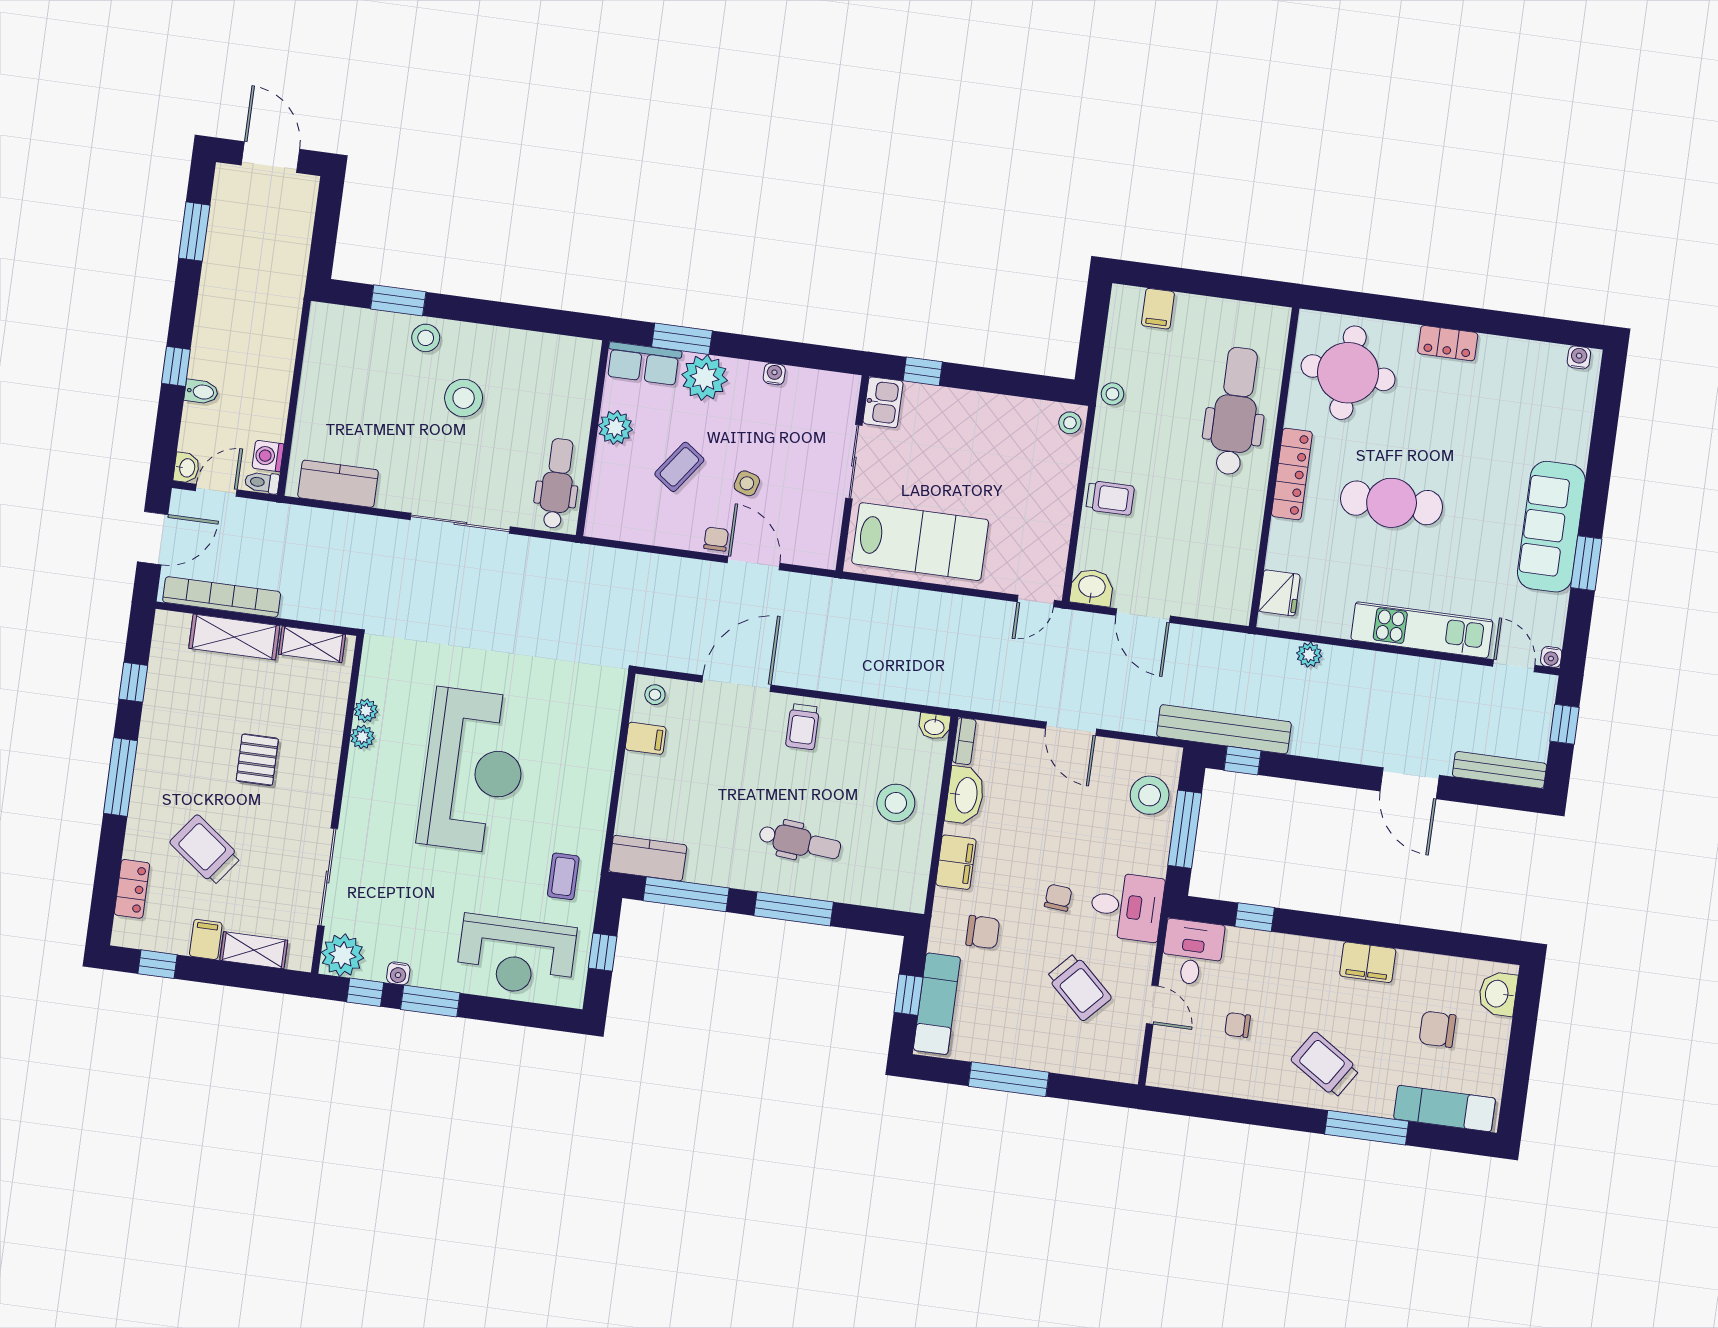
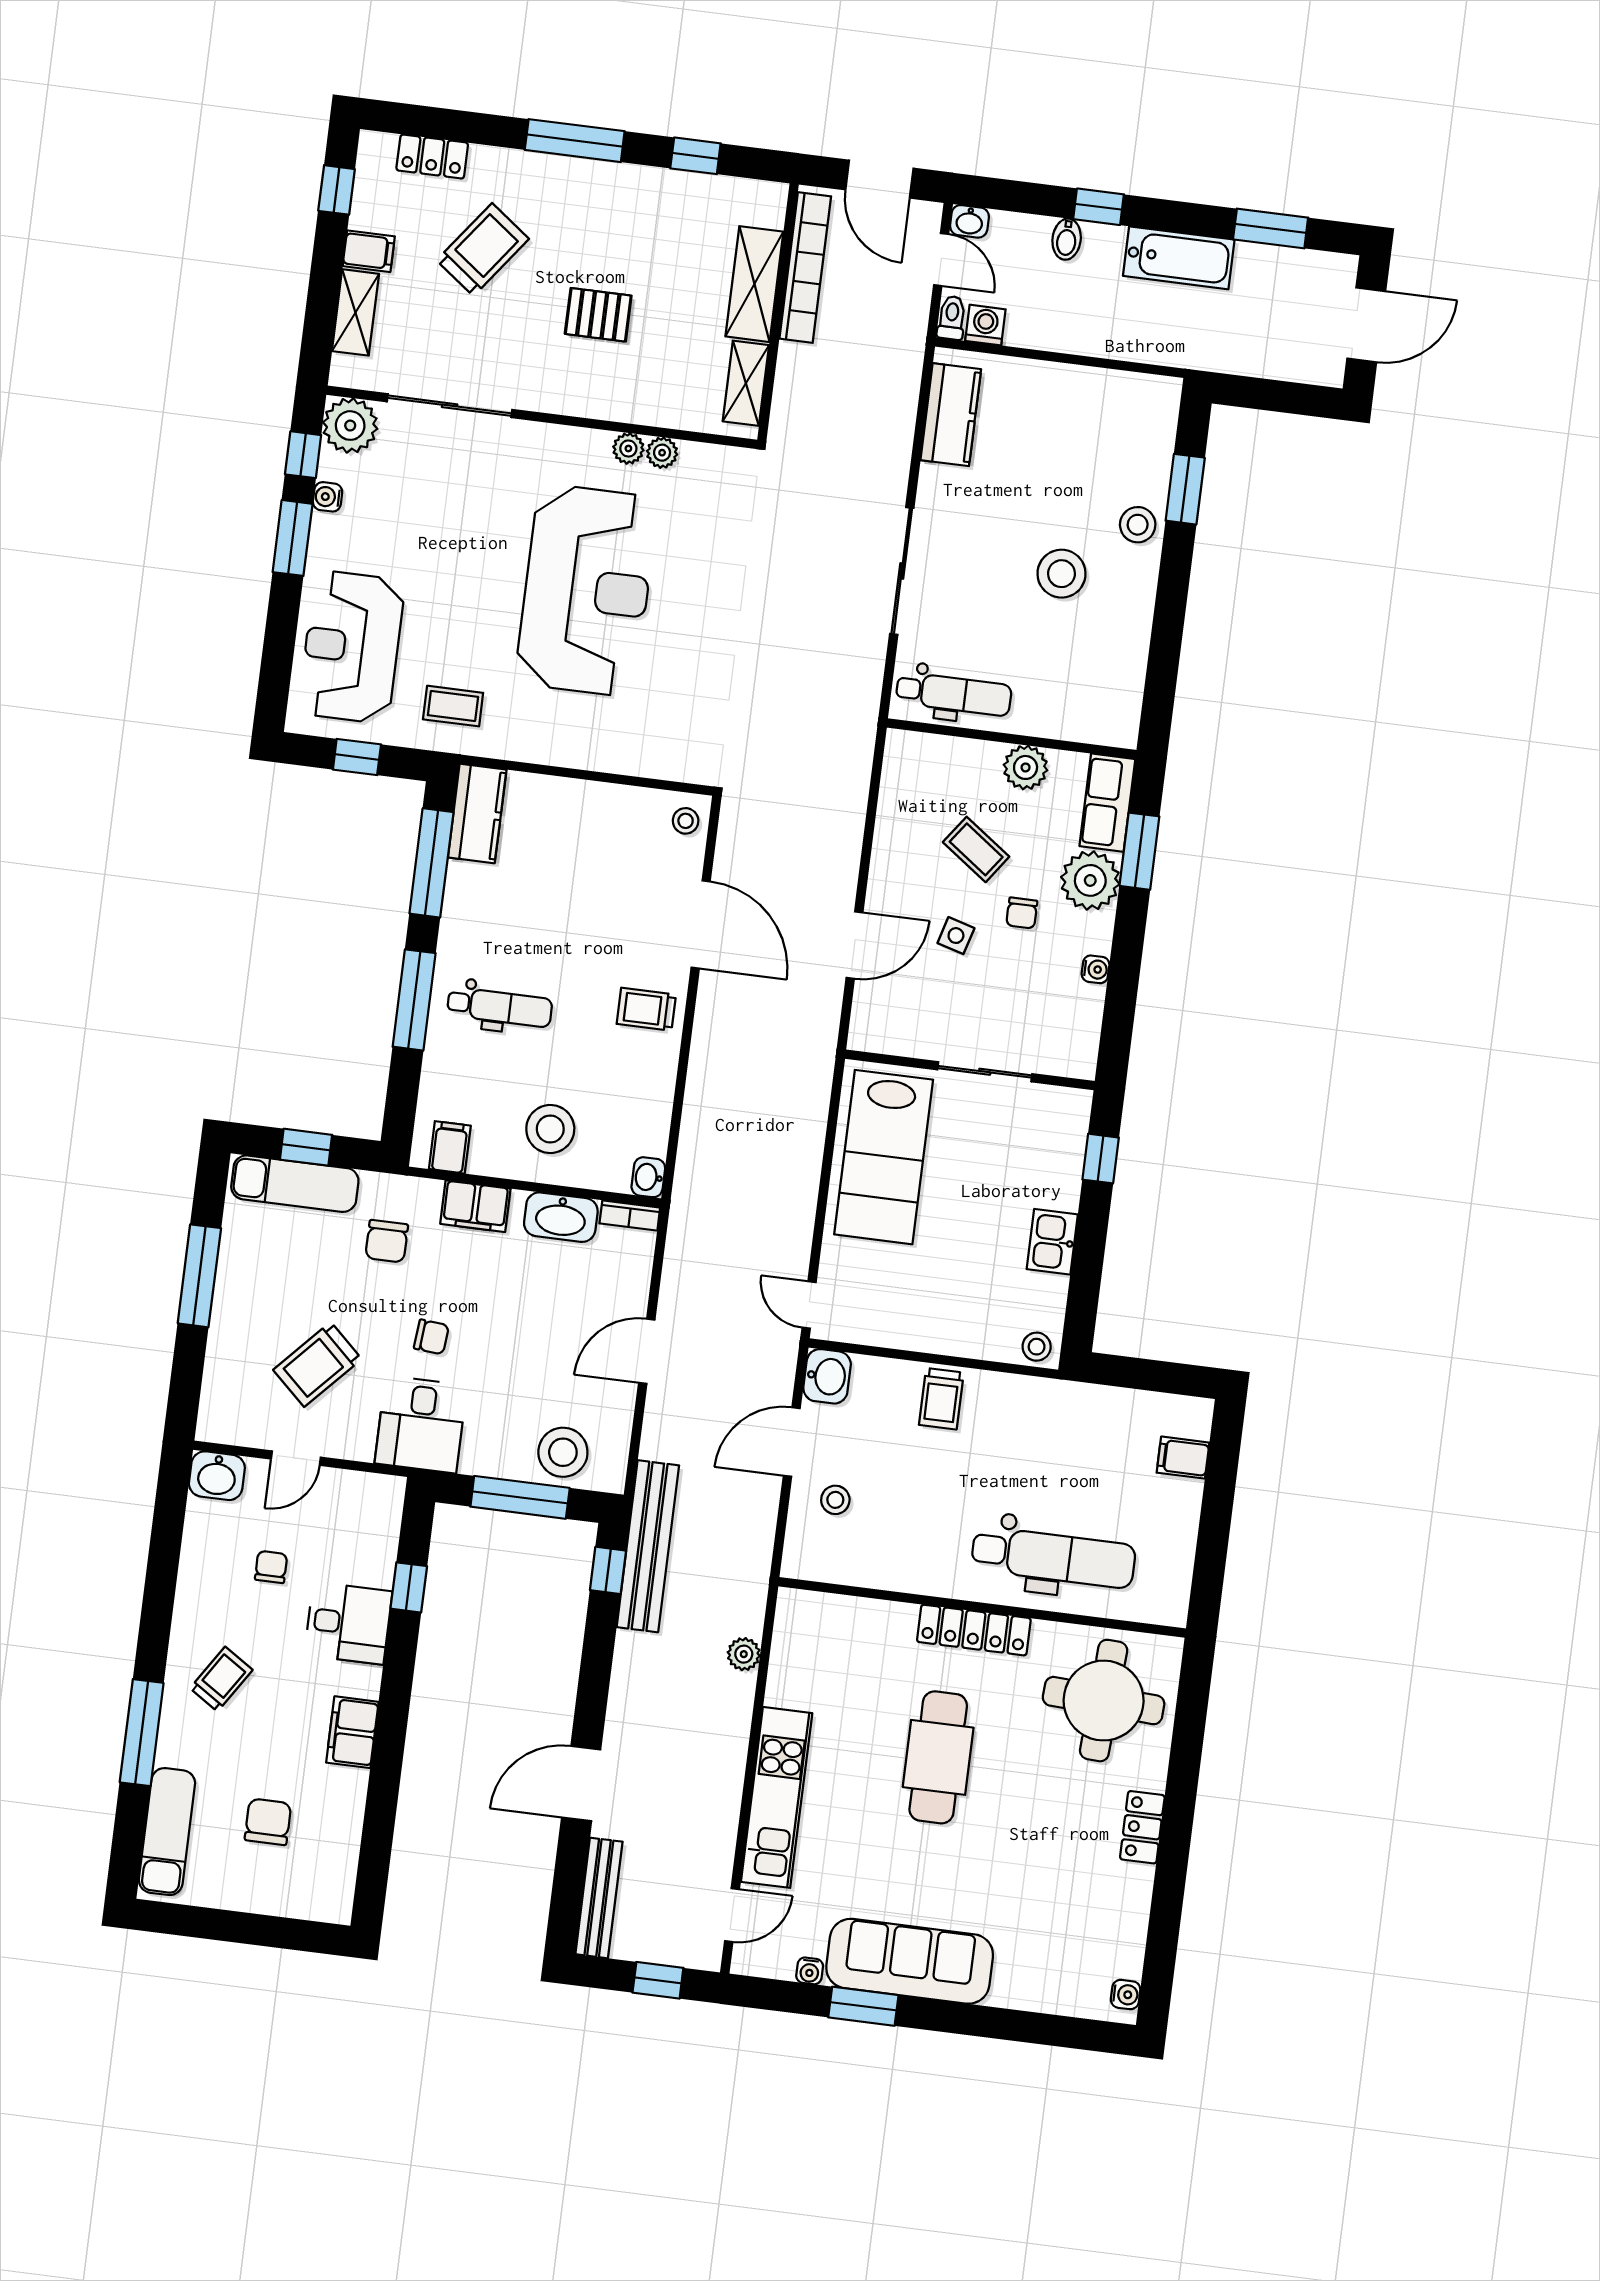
bathtub: (217, 304) -> (1179, 258), added
stool: (1112, 394) -> (835, 1500), moved
kitchen sink: (883, 402) -> (1052, 1242), moved, turned 90
chair: (716, 539) -> (1022, 913), moved, turned 90
fridge: (1279, 593) -> (822, 1615), removed
water cooler: (1551, 657) -> (810, 1971), moved, turned -90
filing cabinet: (646, 738) -> (450, 1147), moved, turned 180
reception desk: (473, 771) -> (587, 590), turned -90
dental chair: (800, 842) -> (500, 1007), turned -95
desk: (1192, 953) -> (348, 1623), moved
washbasin: (1498, 994) -> (217, 1476), moved, turned 180
trolley: (1325, 1065) -> (221, 1679), width x0.73, depth x0.72

